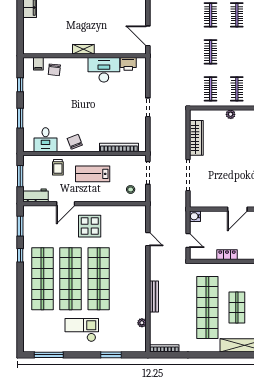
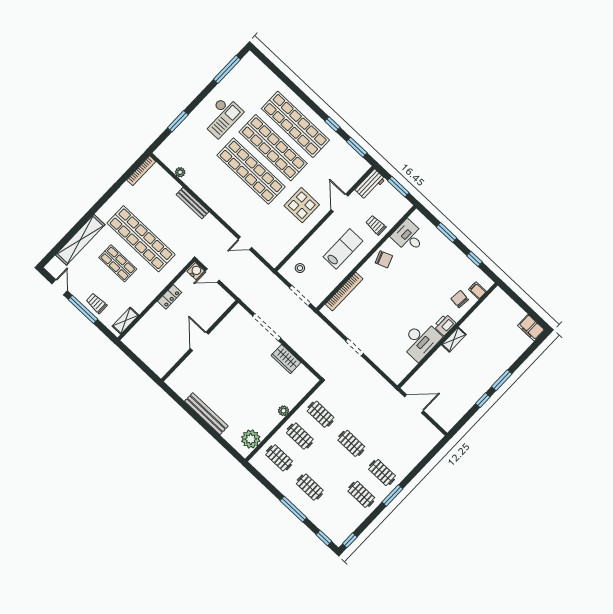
printer: (128, 64) -> (445, 325), moved
wardrobe: (196, 138) -> (286, 359), width x0.67
water cooler: (195, 216) -> (196, 271), moved

